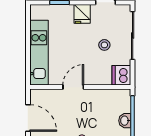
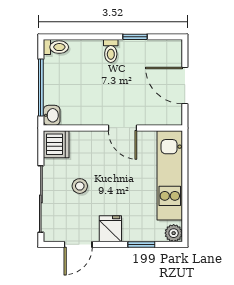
plant: (36, 11) -> (174, 233), added
door: (73, 87) -> (122, 128), hinge flipped
washbasin: (125, 121) -> (52, 115), moved

